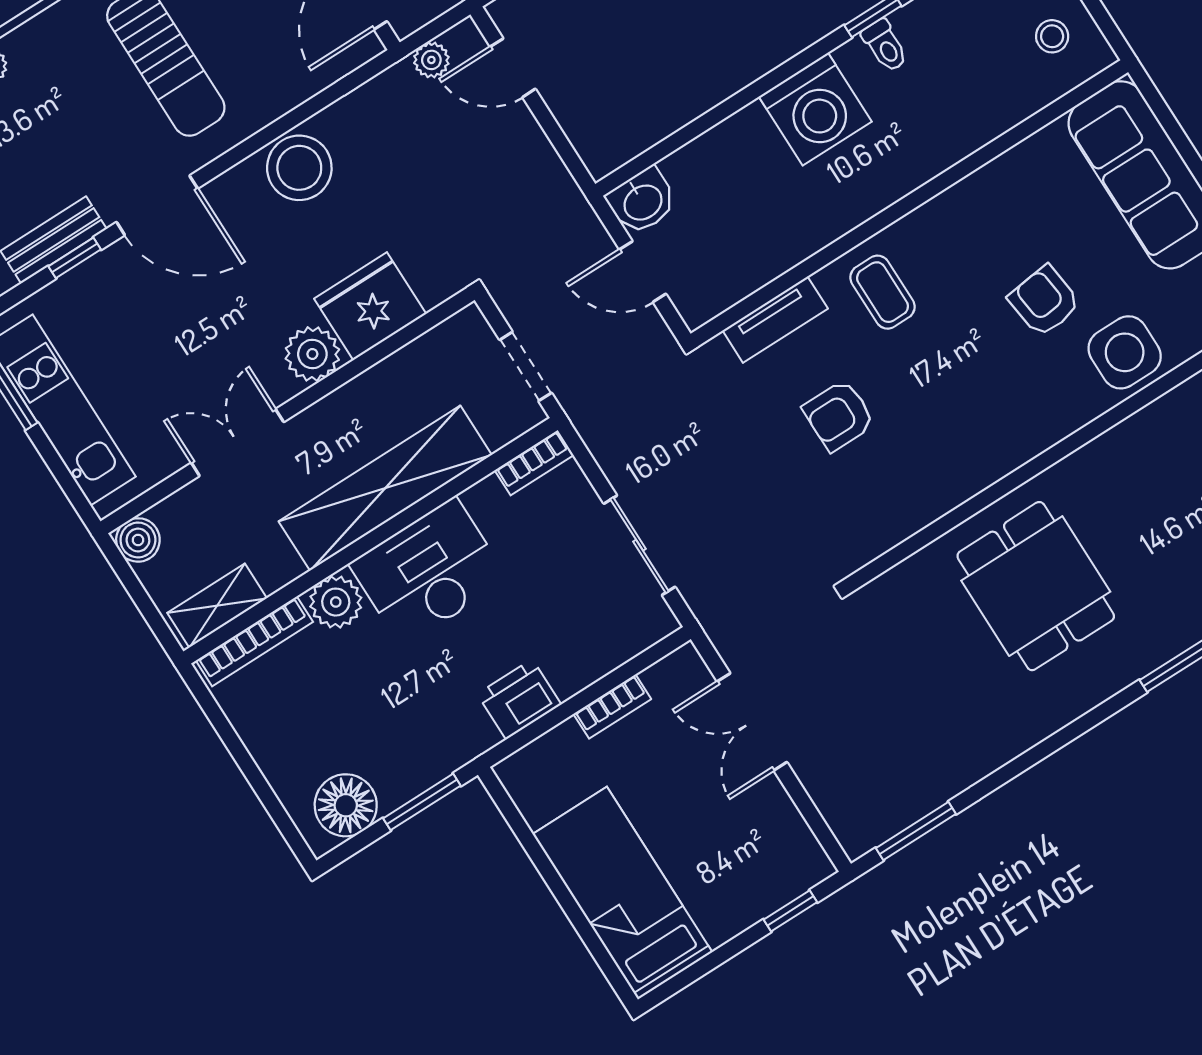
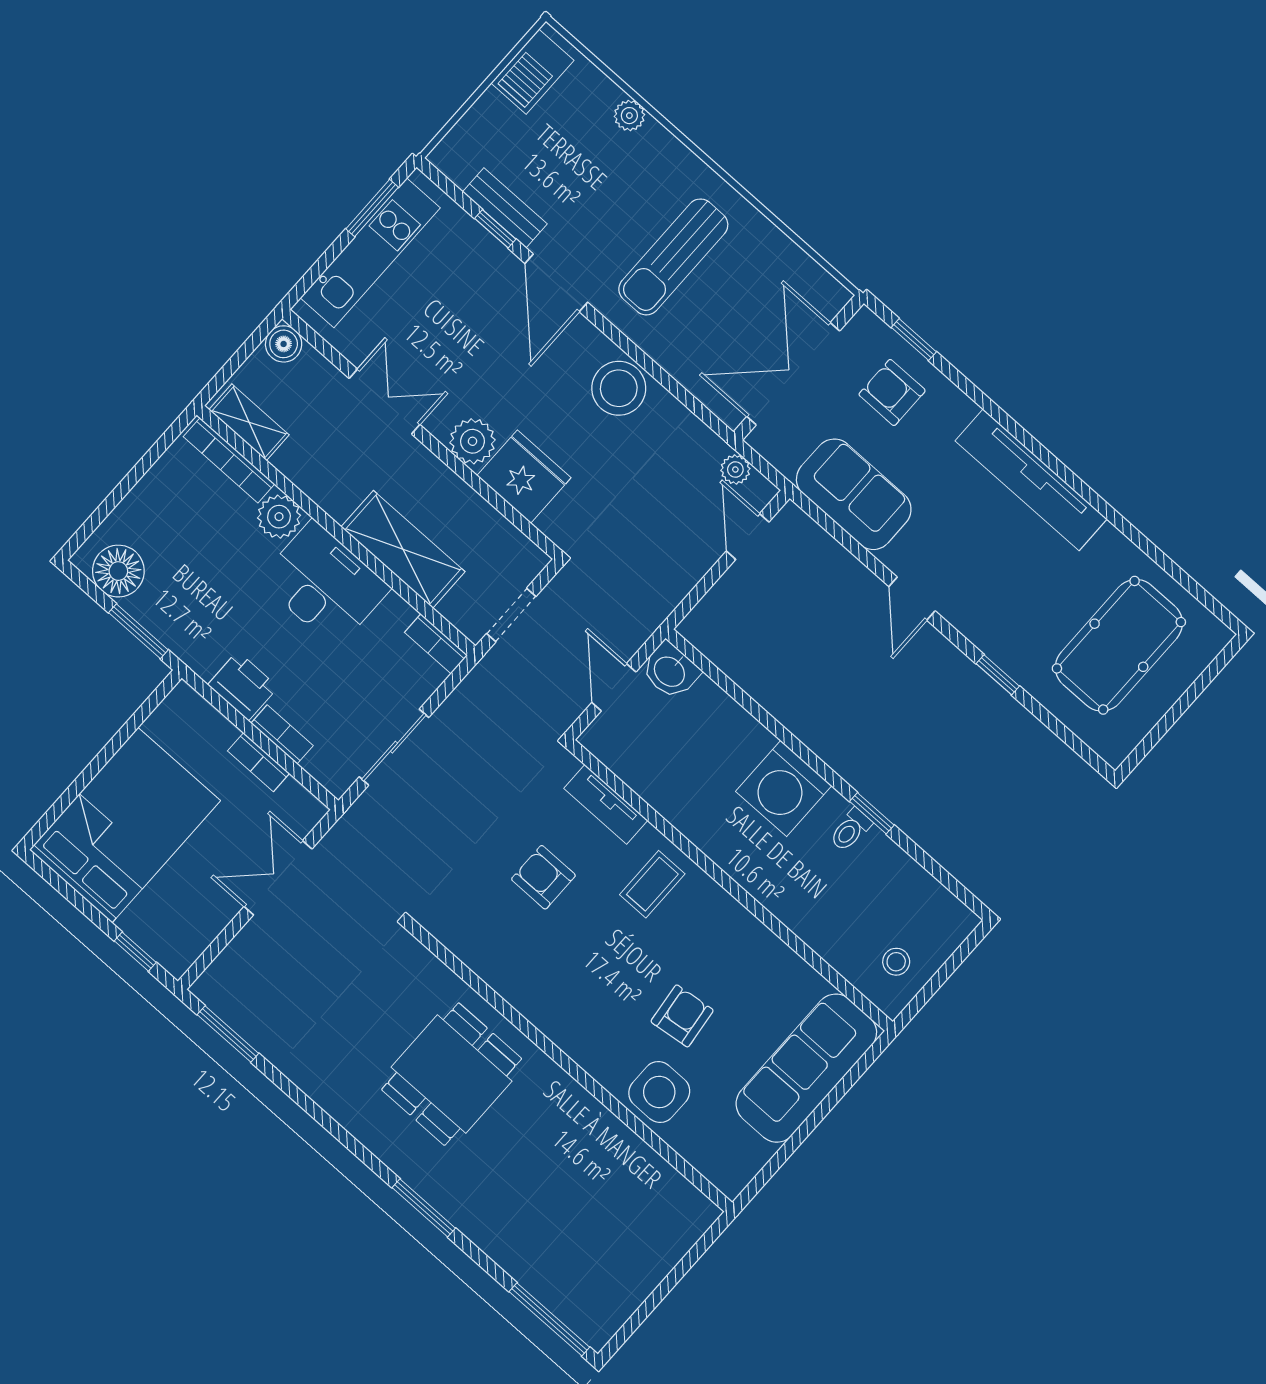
shelving: (385, 488) -> (403, 549), width x0.68
bookcase: (588, 670) -> (282, 734), added
bed: (622, 893) -> (125, 825), width x1.50

